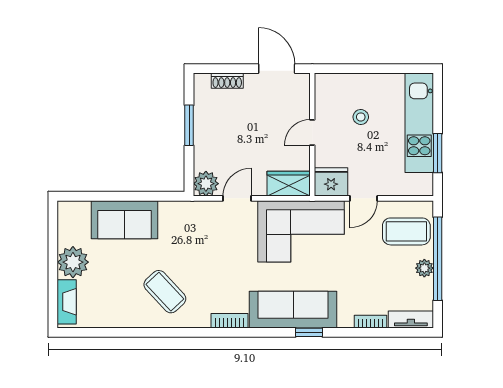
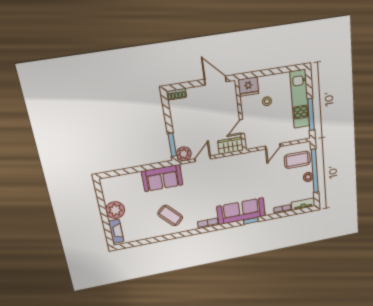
shoe rack: (227, 81) -> (176, 94), moved
window: (189, 125) -> (172, 145), moved
door: (312, 133) -> (242, 127), moved
window: (438, 153) -> (311, 114), width x1.44
fridge: (331, 182) -> (248, 87), moved, turned 180
sofa: (125, 220) -> (162, 178), moved
corner sofa: (301, 231) -> (241, 170), removed

